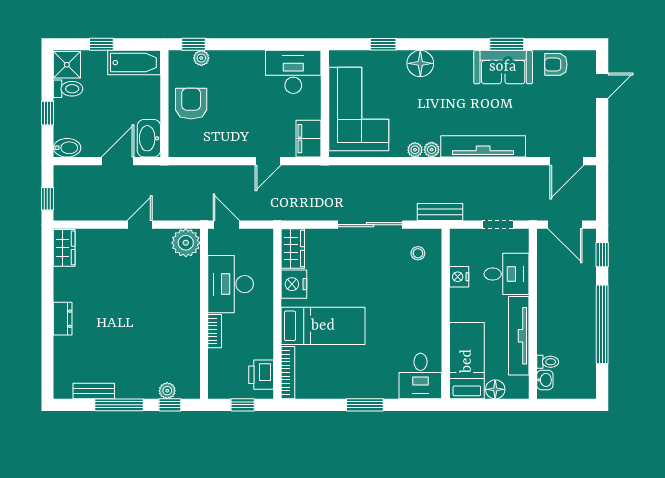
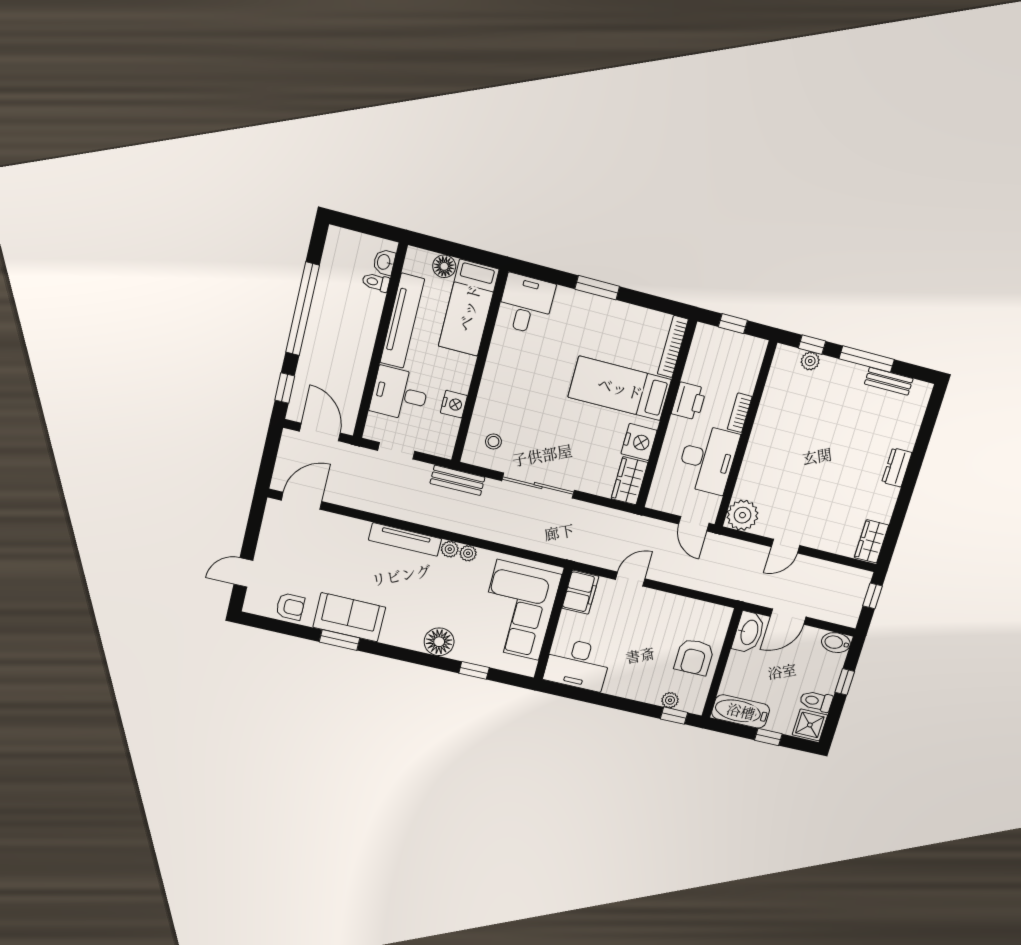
tv unit: (483, 146) -> (405, 539), width x0.73, depth x0.78
printer: (261, 375) -> (689, 401), moved

